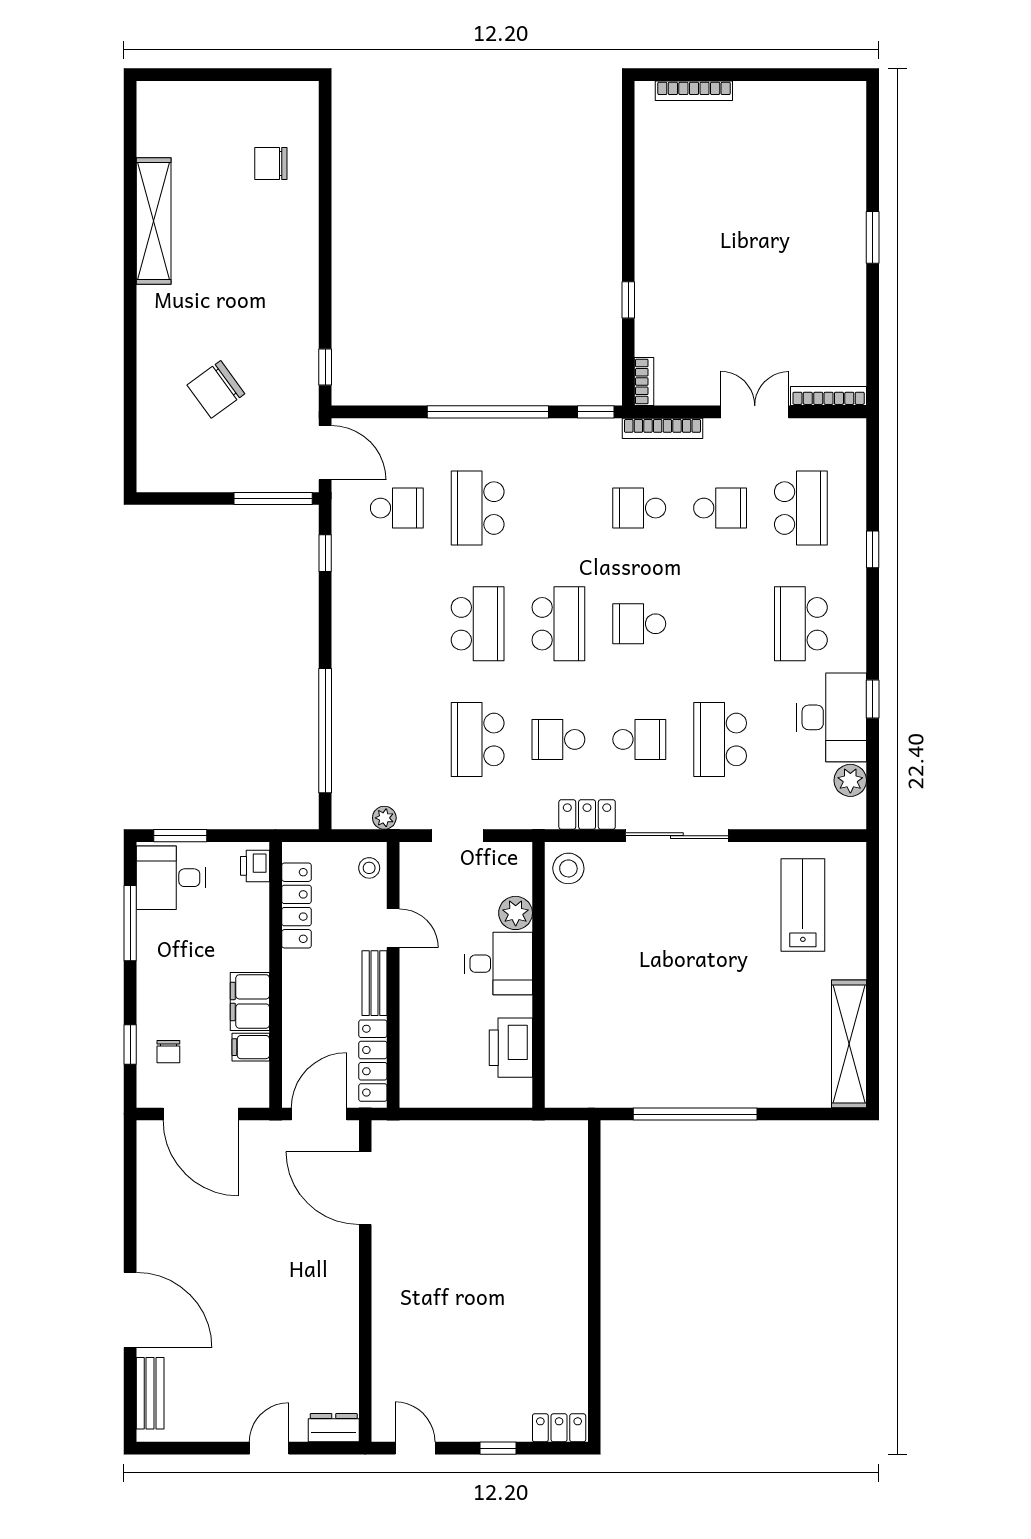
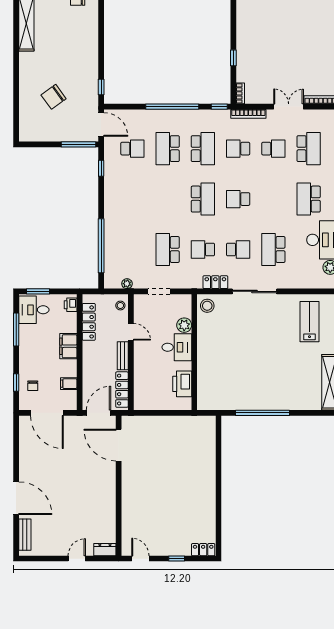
school desk: (478, 624) -> (203, 149), moved
filing cabinet: (250, 1001) -> (68, 346), moved

